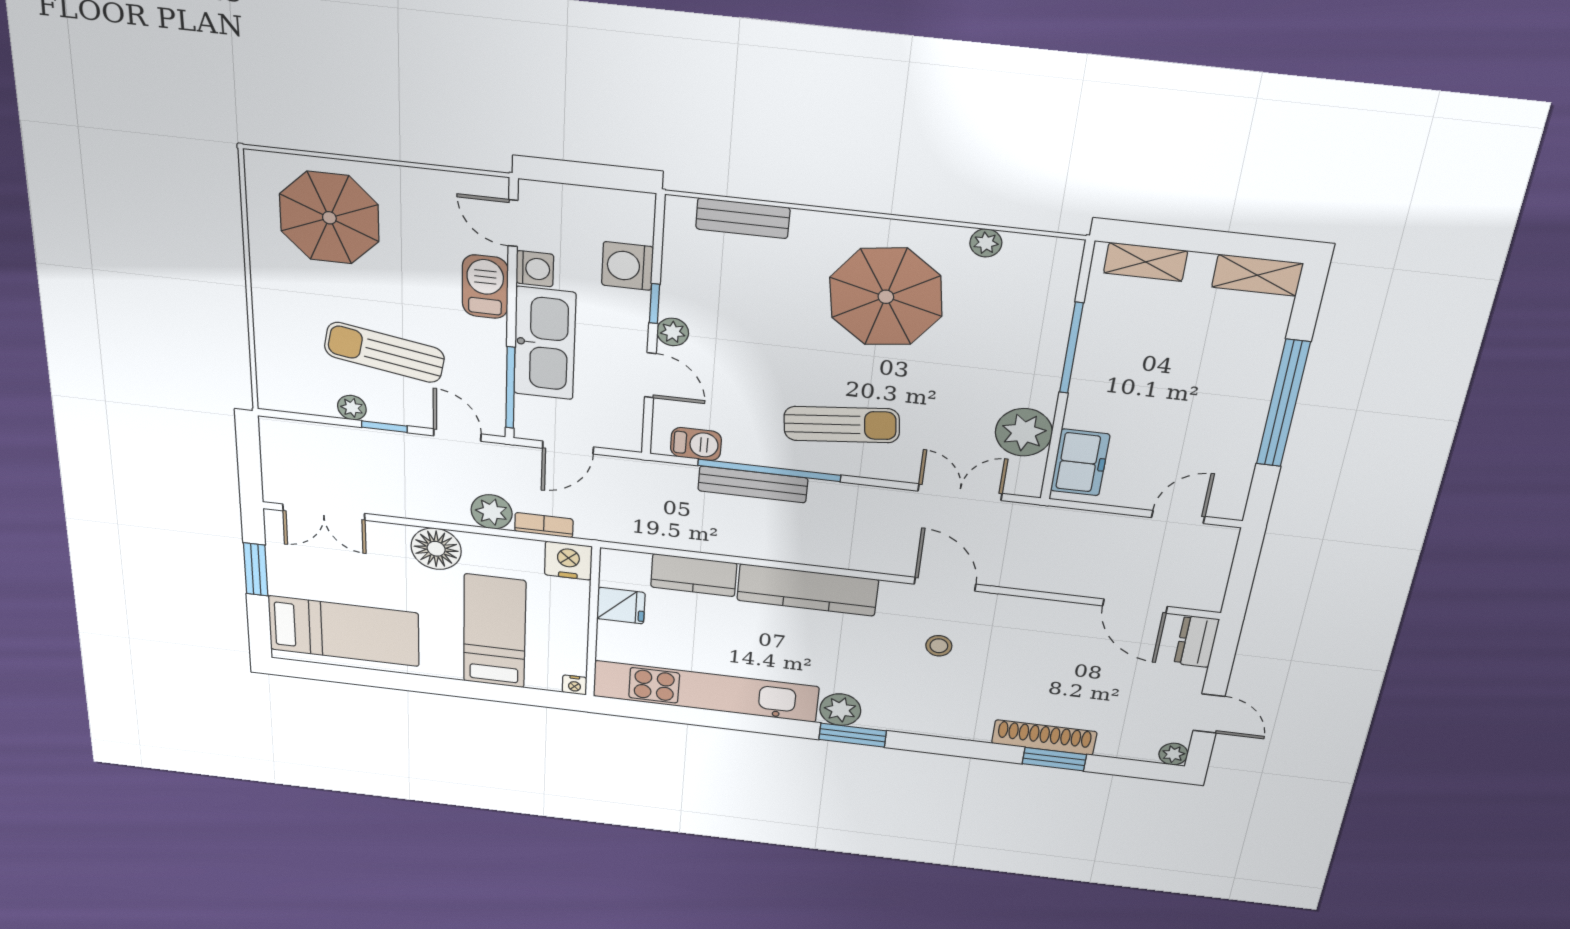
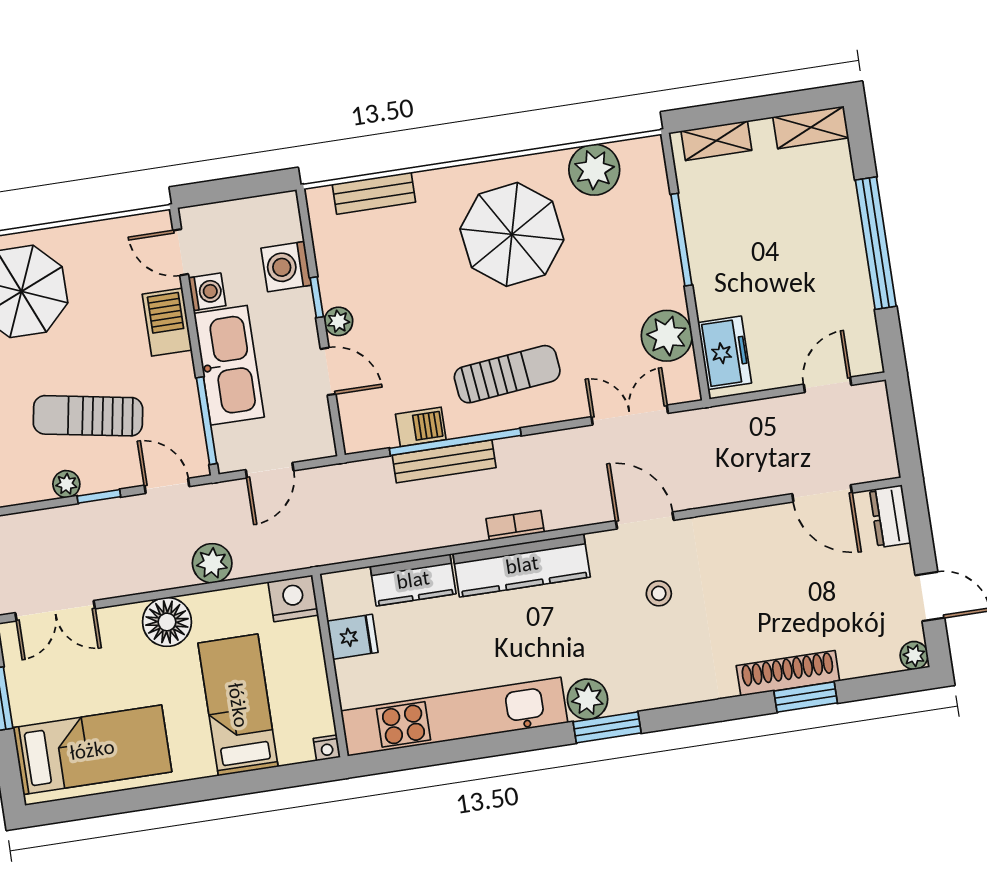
plant: (986, 243) -> (594, 170), width x1.88, depth x1.88
barbecue: (696, 444) -> (421, 427), moved
bookcase: (544, 525) -> (515, 525), moved

